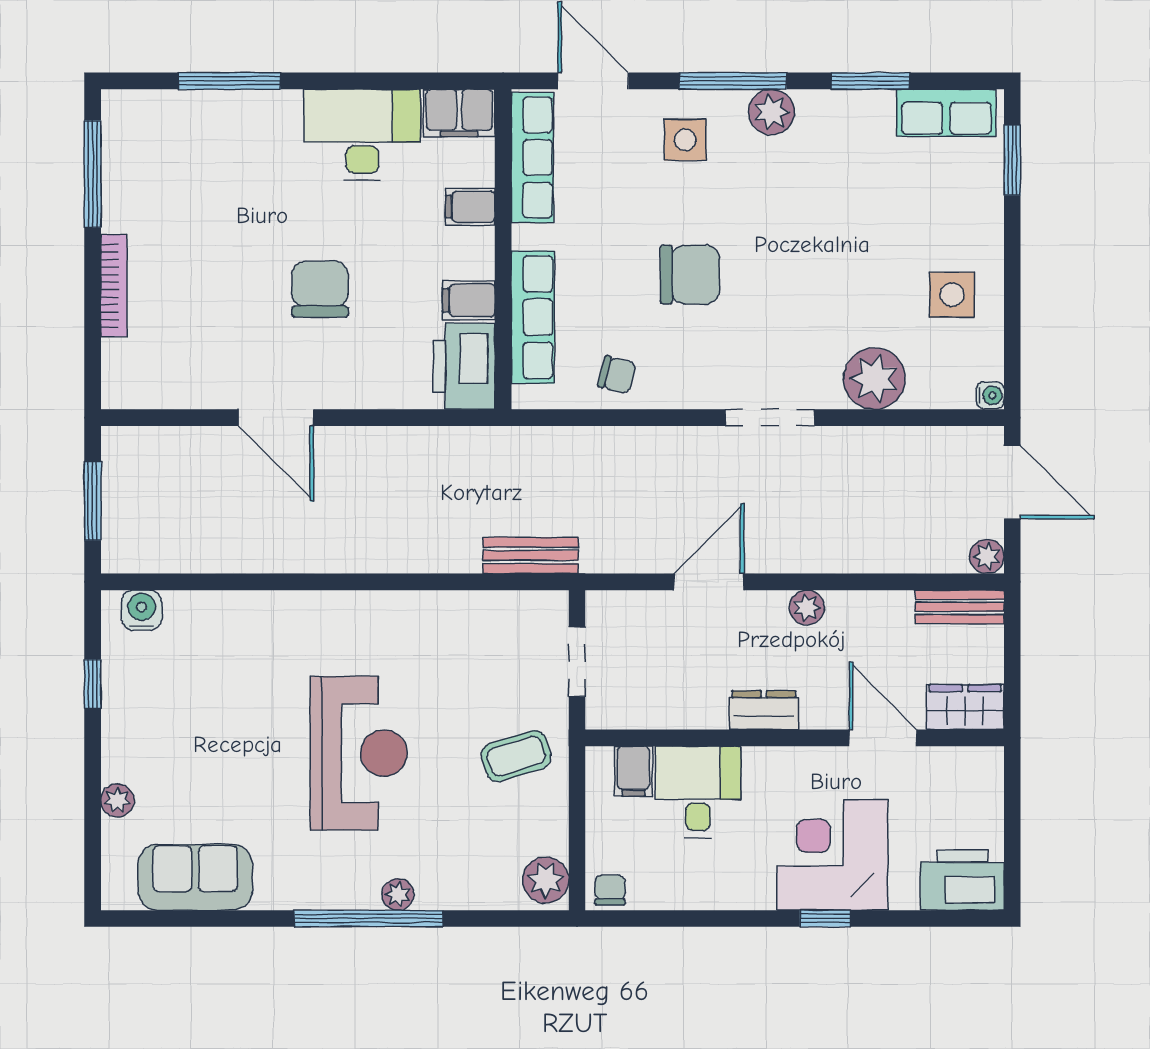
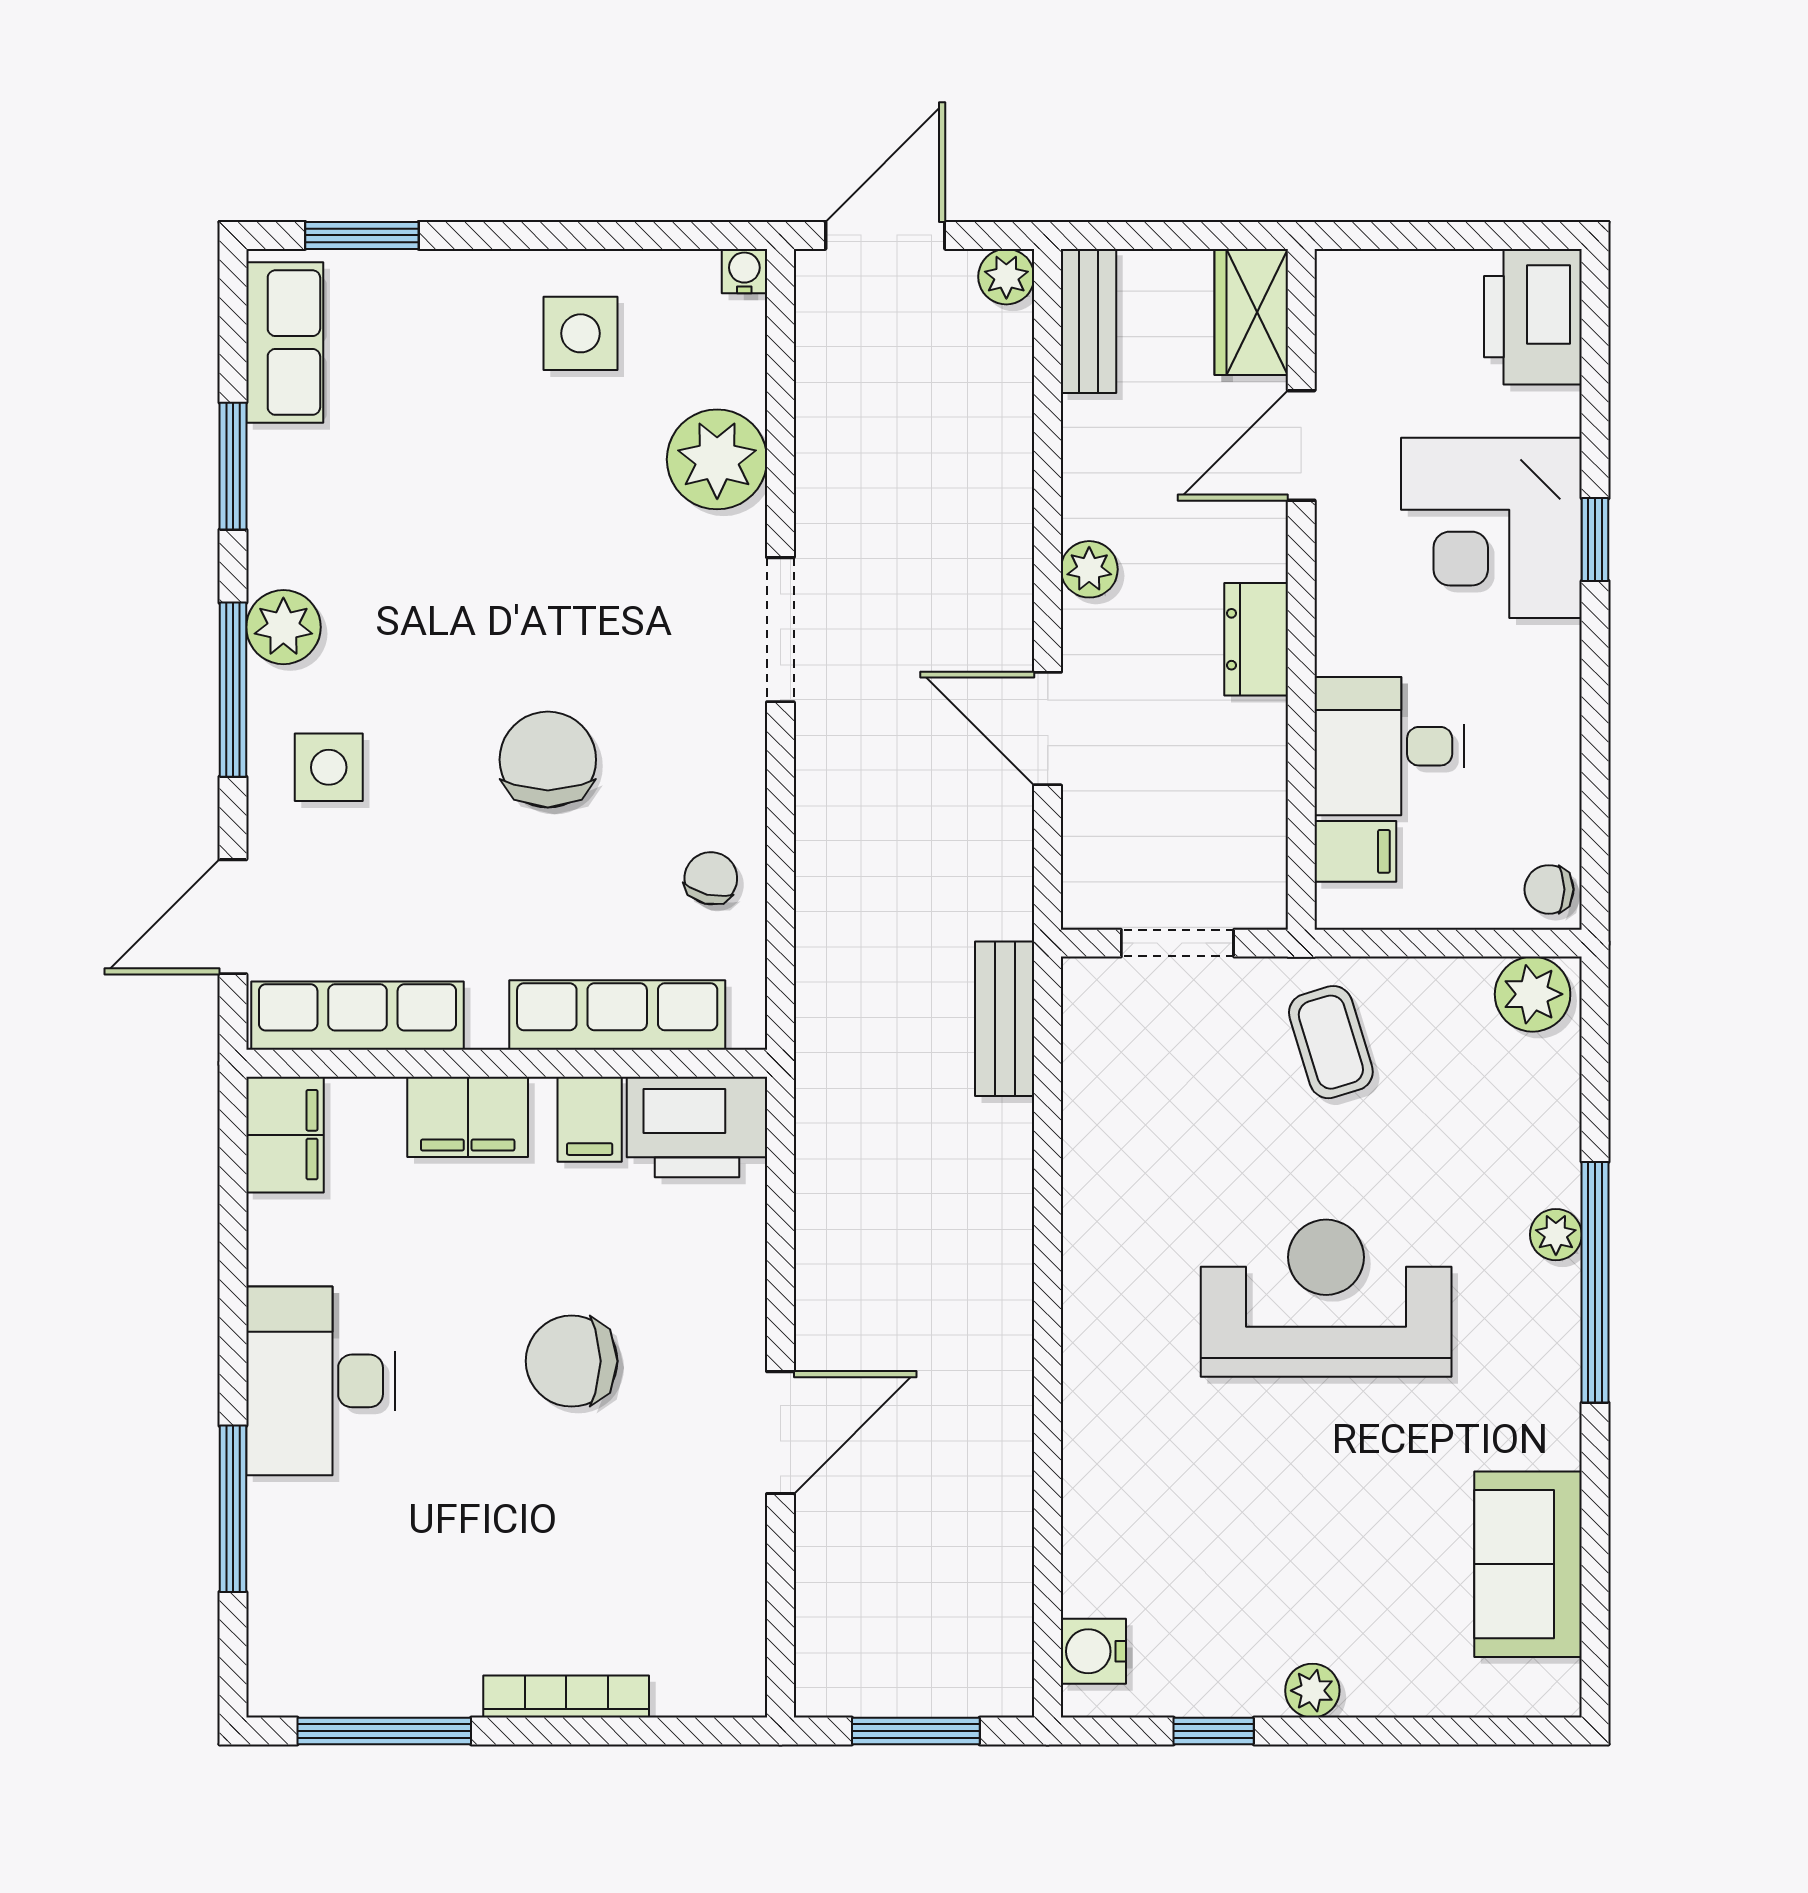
desk: (362, 135) -> (320, 1381), moved
filing cabinet: (470, 207) -> (468, 1117), width x2.00
plant: (117, 800) -> (1312, 1691), moved

